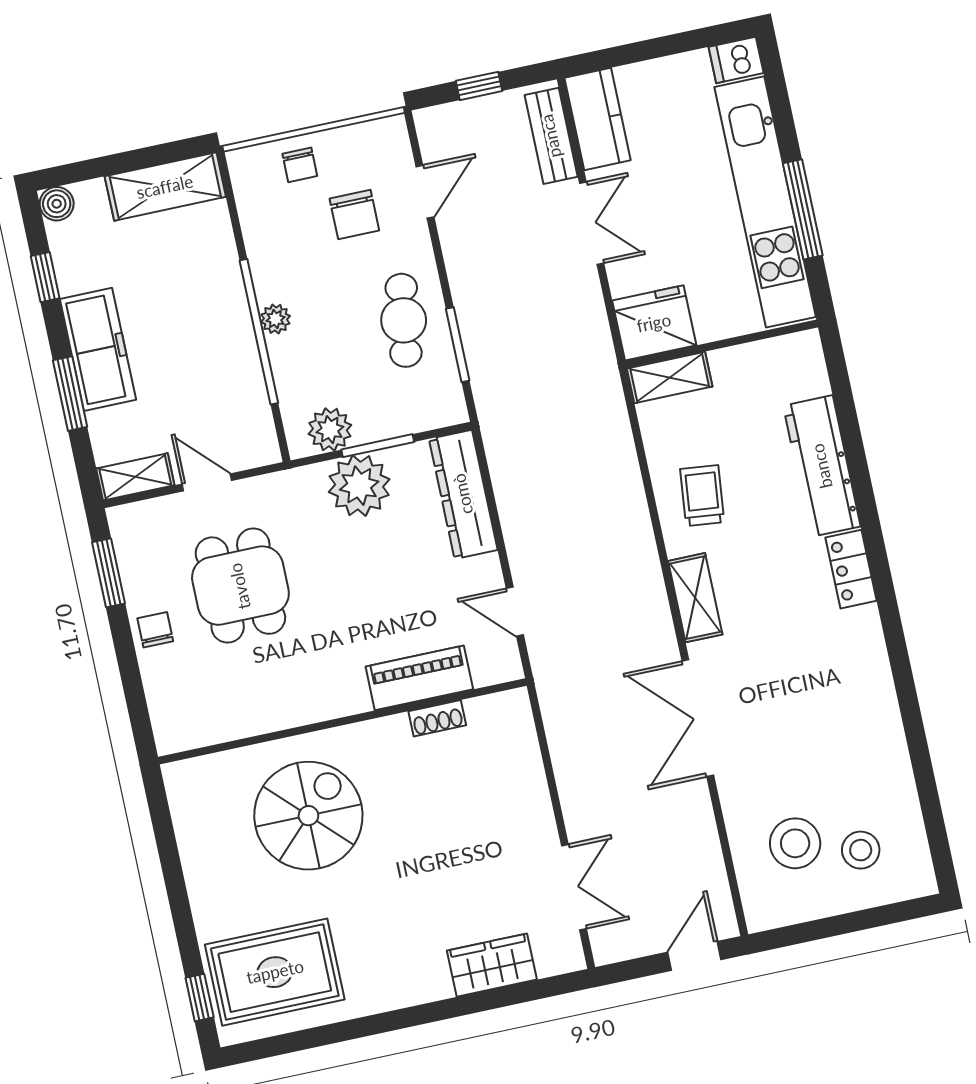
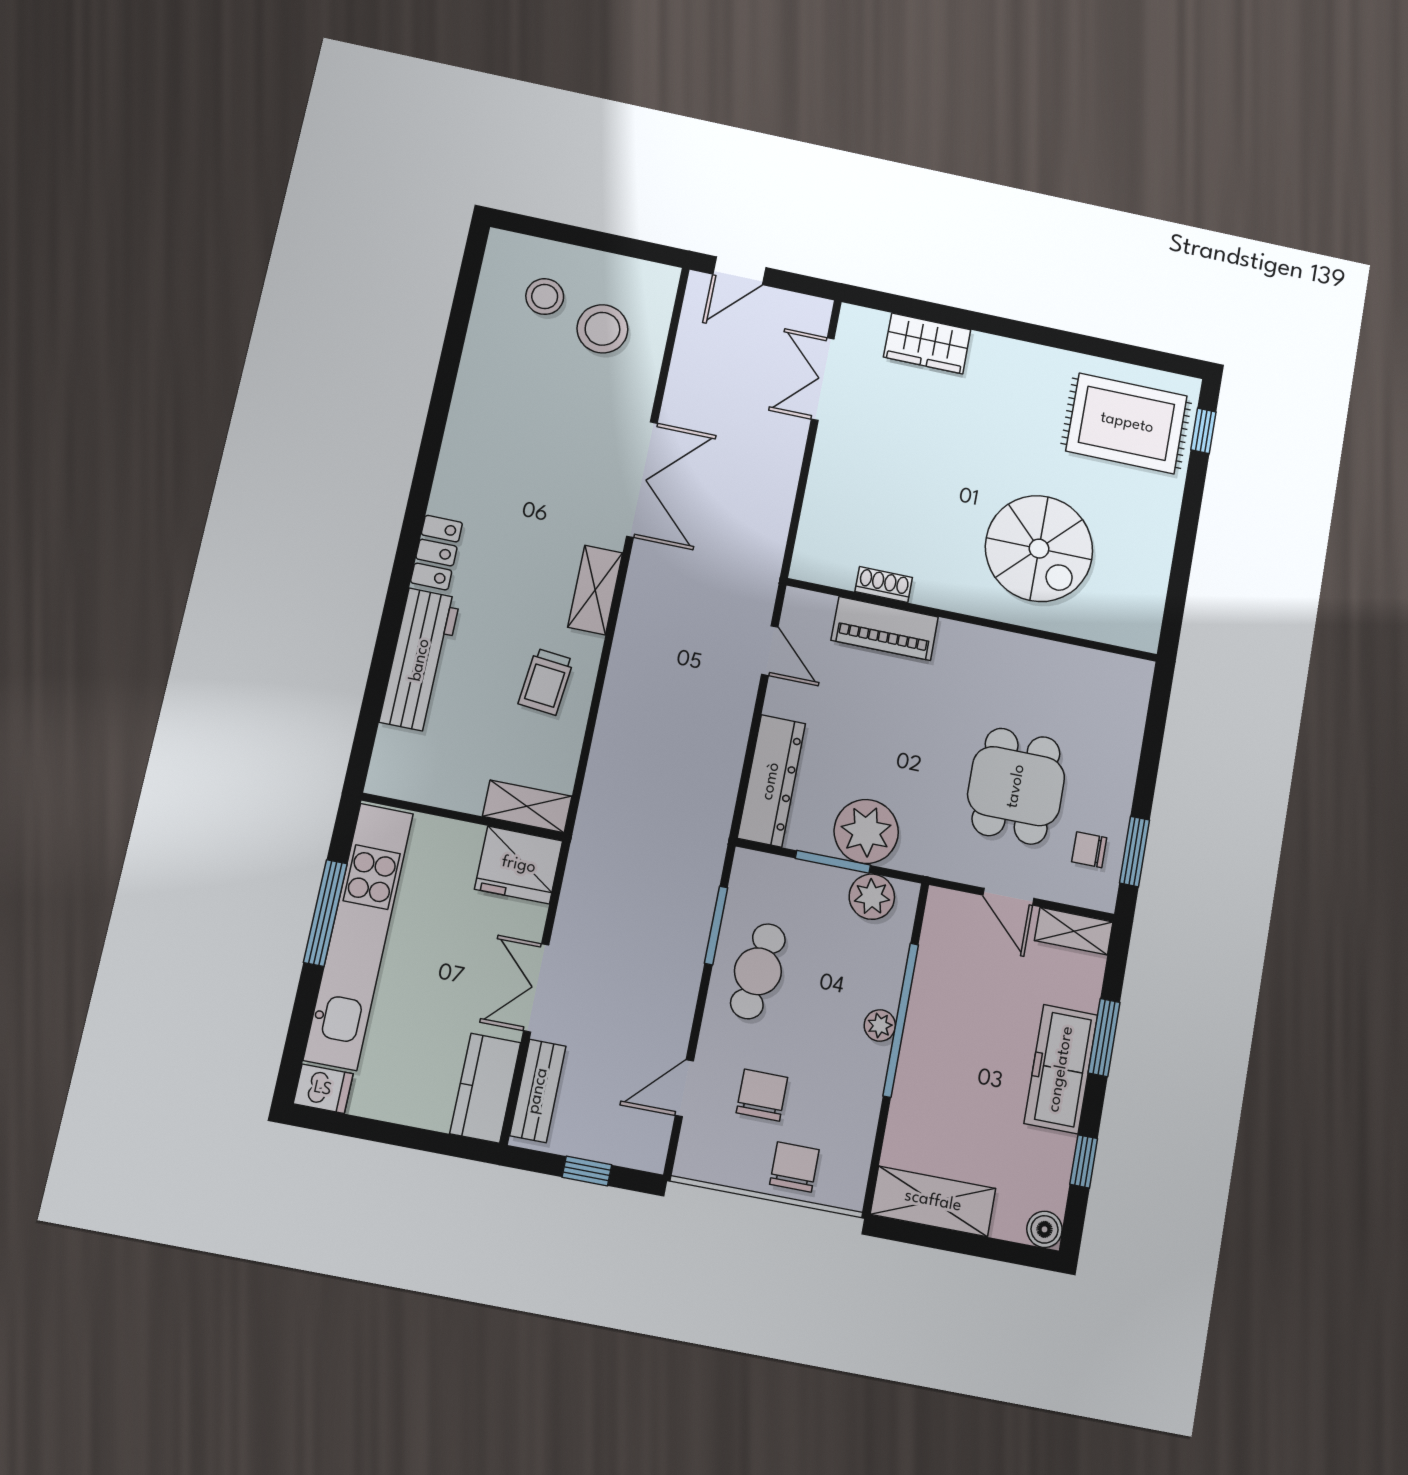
chair: (300, 165) -> (794, 1167), width x1.37, depth x1.37
chair: (155, 630) -> (1089, 850), moved, turned 90
spiral stairs: (308, 816) -> (1039, 549), turned -90

